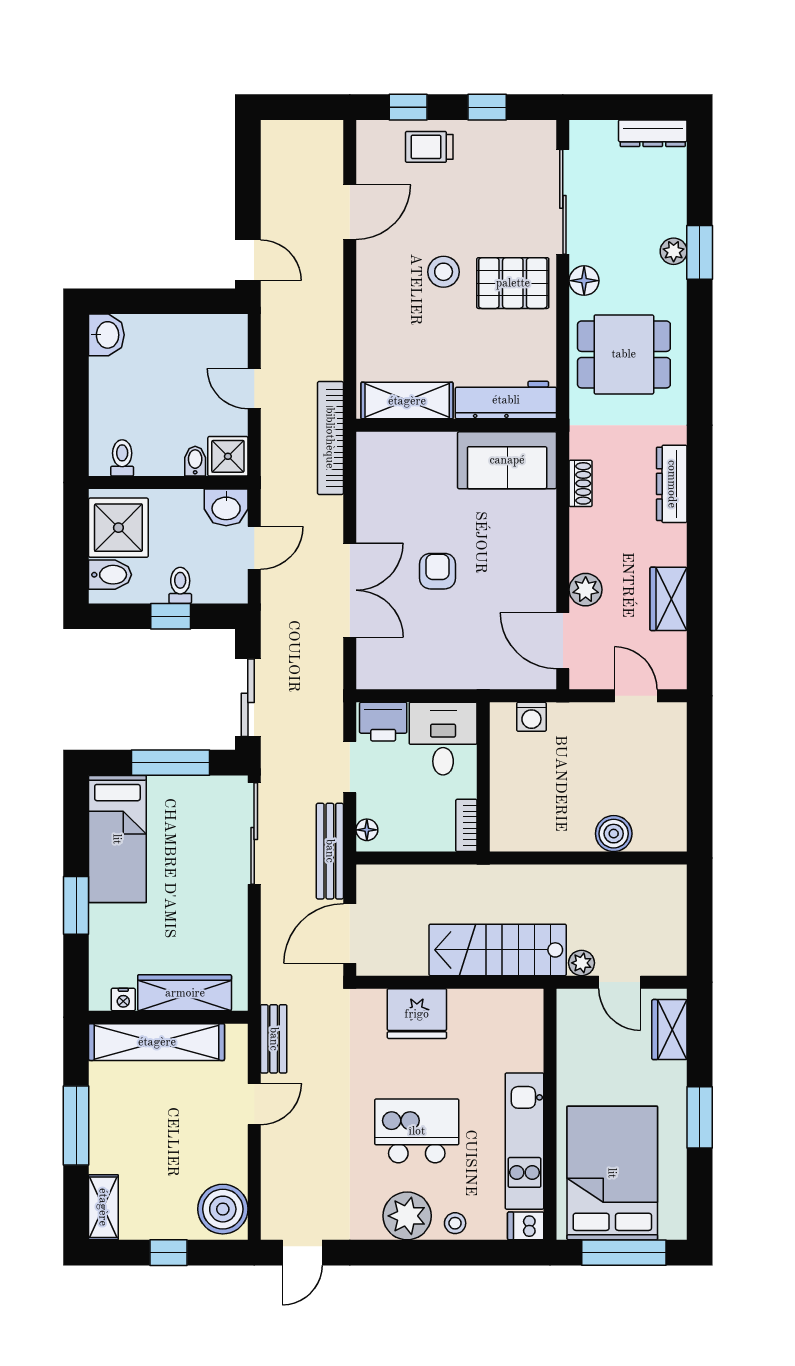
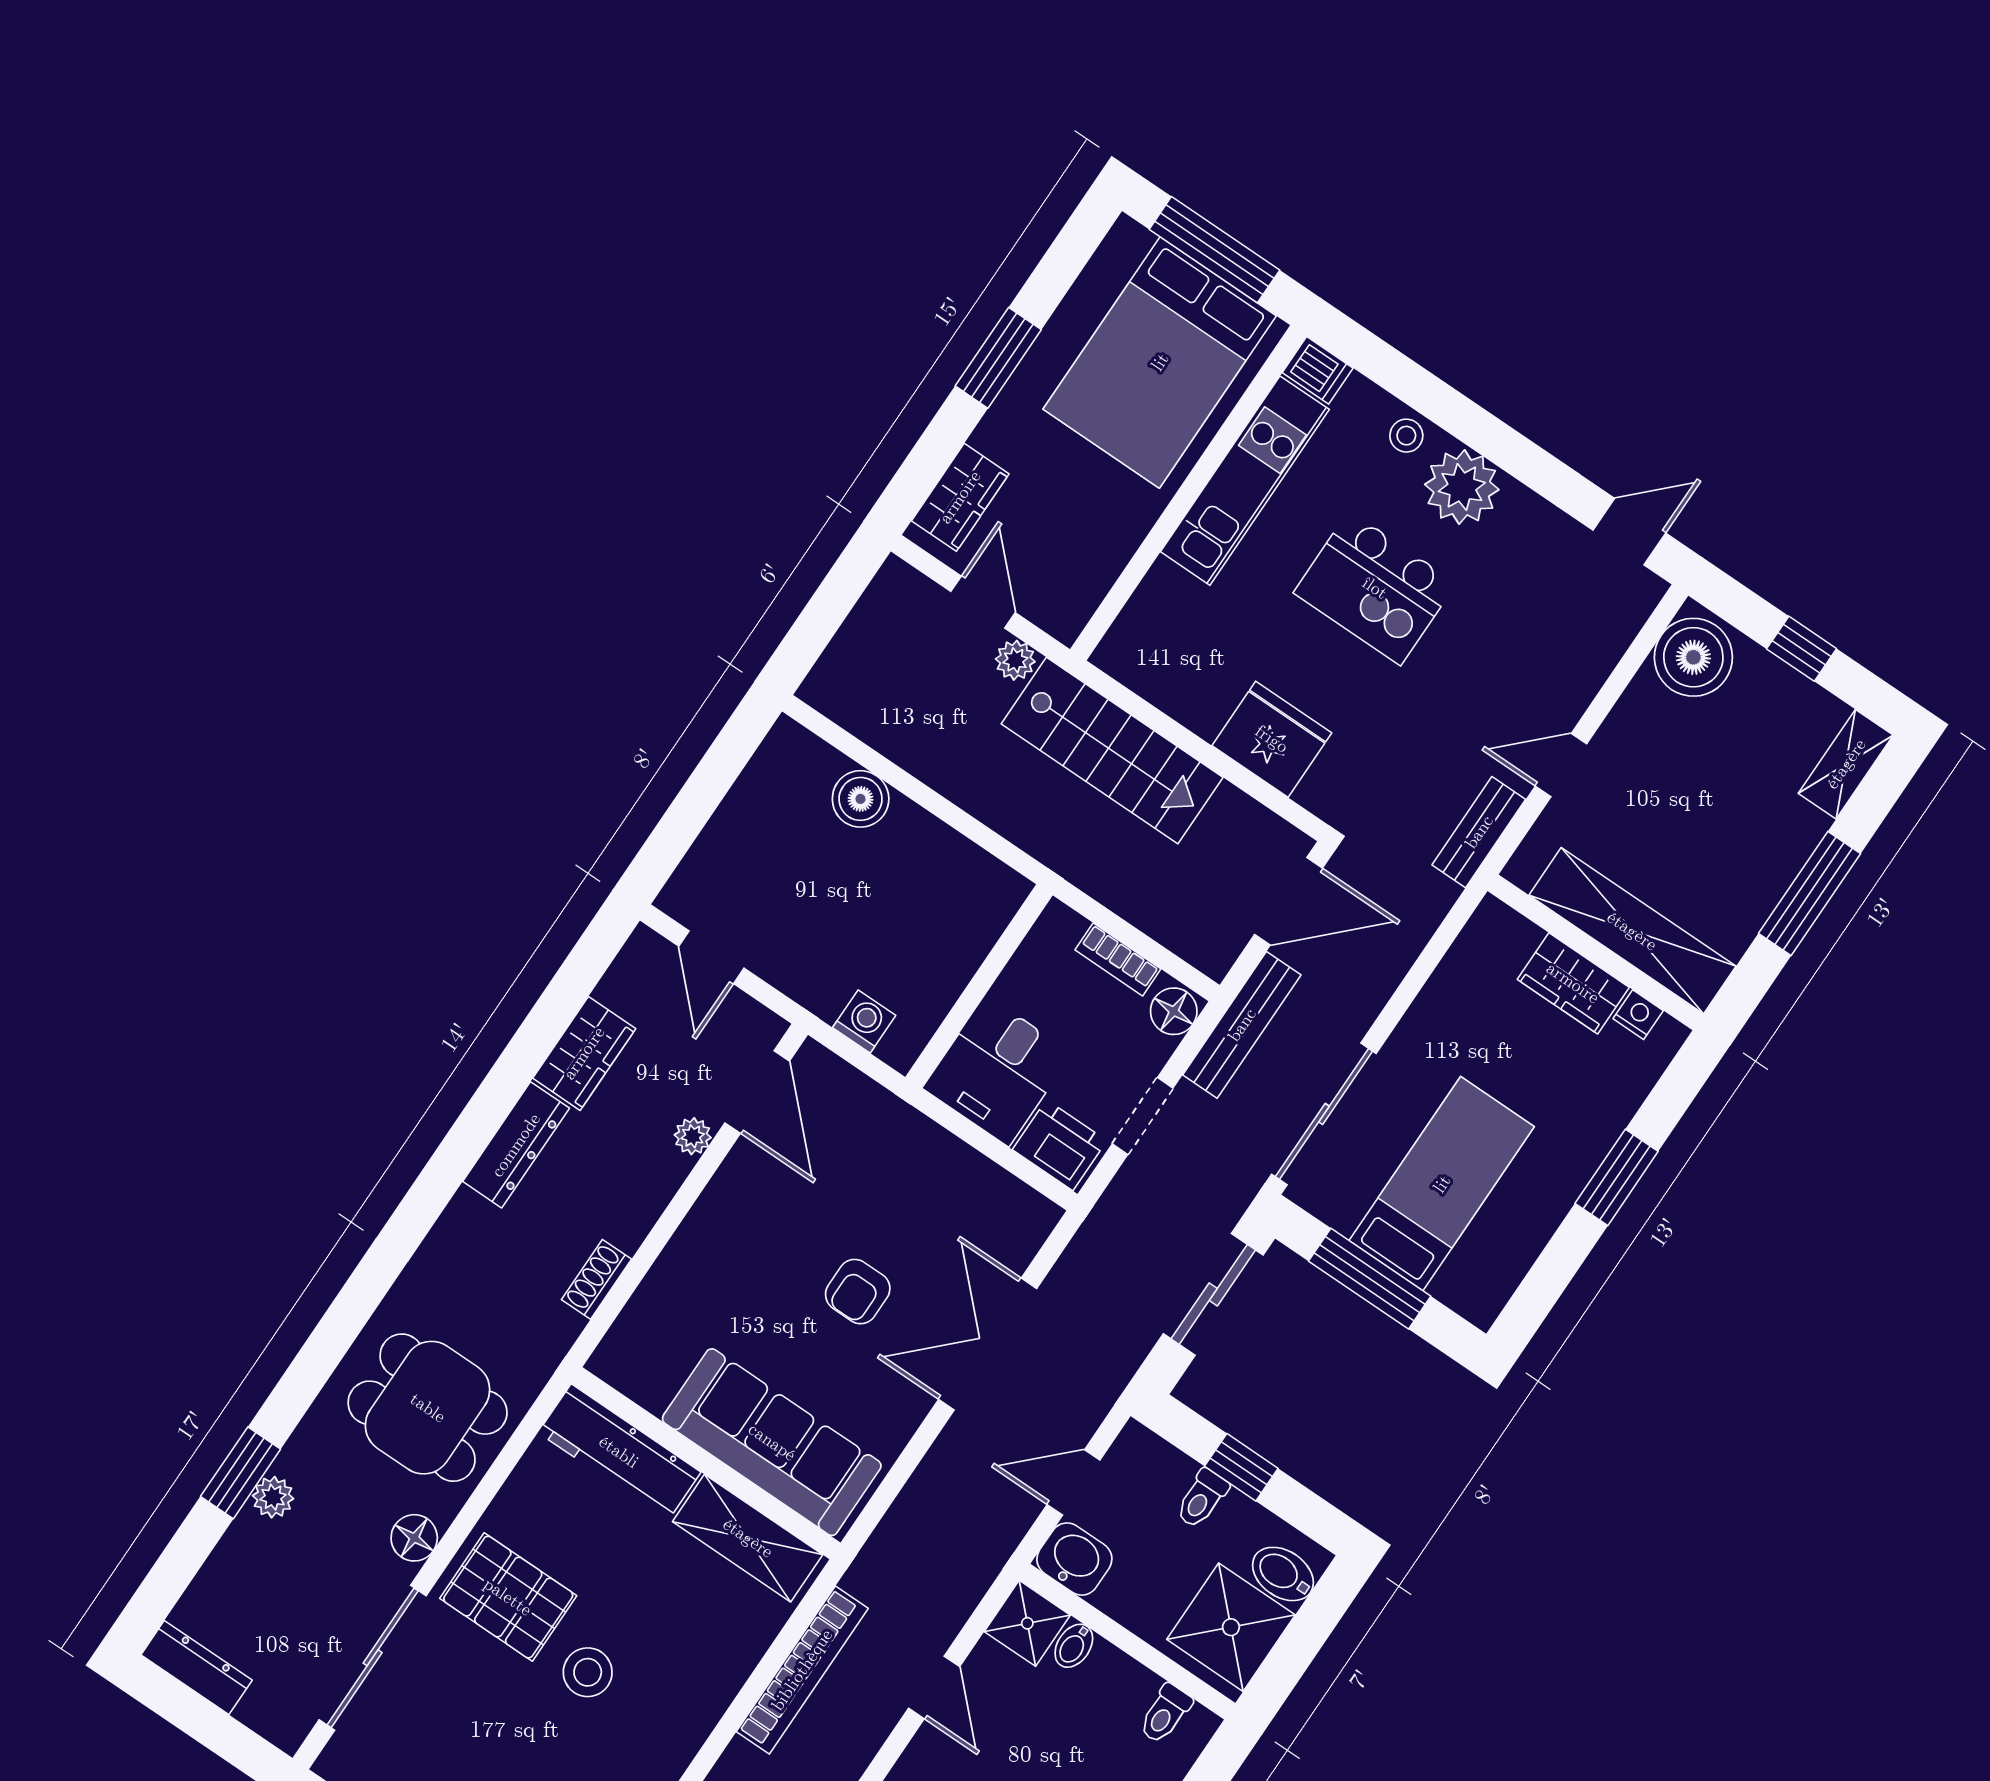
bookcase: (330, 438) -> (802, 1670), moved
sofa: (507, 460) -> (772, 1442), moved, width x1.36
dresser: (672, 484) -> (516, 1145), moved
plant: (586, 590) -> (693, 1136), width x0.73, depth x0.73
bookcase: (466, 825) -> (1118, 959), moved, turned 90
floor lamp: (367, 830) -> (1174, 1011), width x1.37, depth x1.37
bed: (117, 839) -> (1442, 1184), moved
wardrobe: (185, 993) -> (1573, 983), width x0.67

